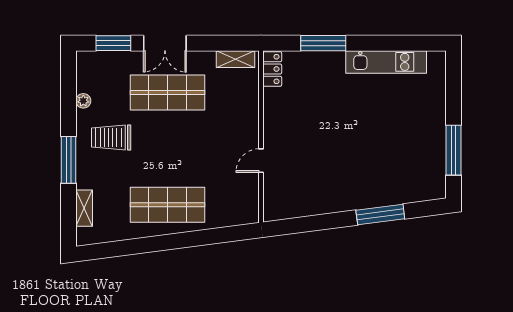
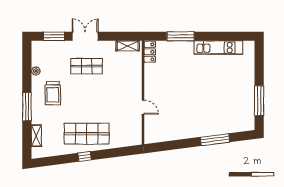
double door: (165, 43) -> (85, 36), swing flipped
shop shelf: (168, 93) -> (87, 66), width x0.70, depth x0.74
trolley: (111, 138) -> (53, 93), turned -90
door: (261, 161) -> (143, 107), swing flipped
window: (164, 243) -> (85, 156), added

